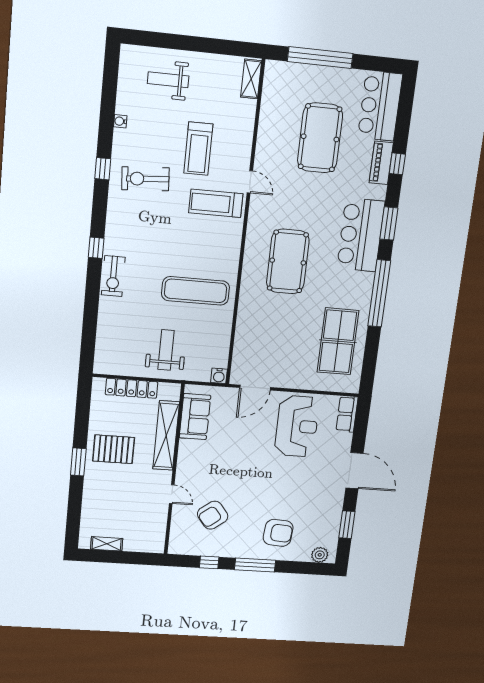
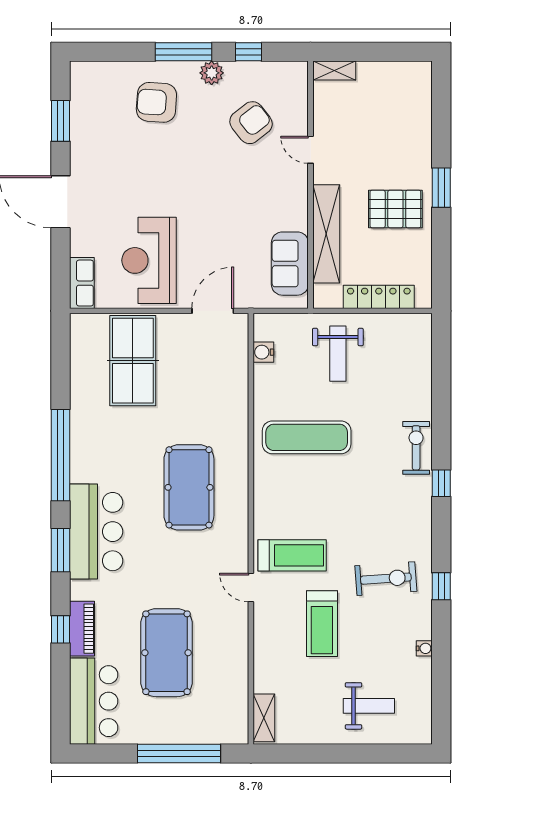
treadmill: (198, 149) -> (322, 624), turned 180
table tennis table: (338, 341) -> (133, 361), moved
water cooler: (219, 376) -> (263, 352), moved, turned -90
shelving: (107, 544) -> (334, 71), moved
plant: (320, 555) -> (212, 73), moved

